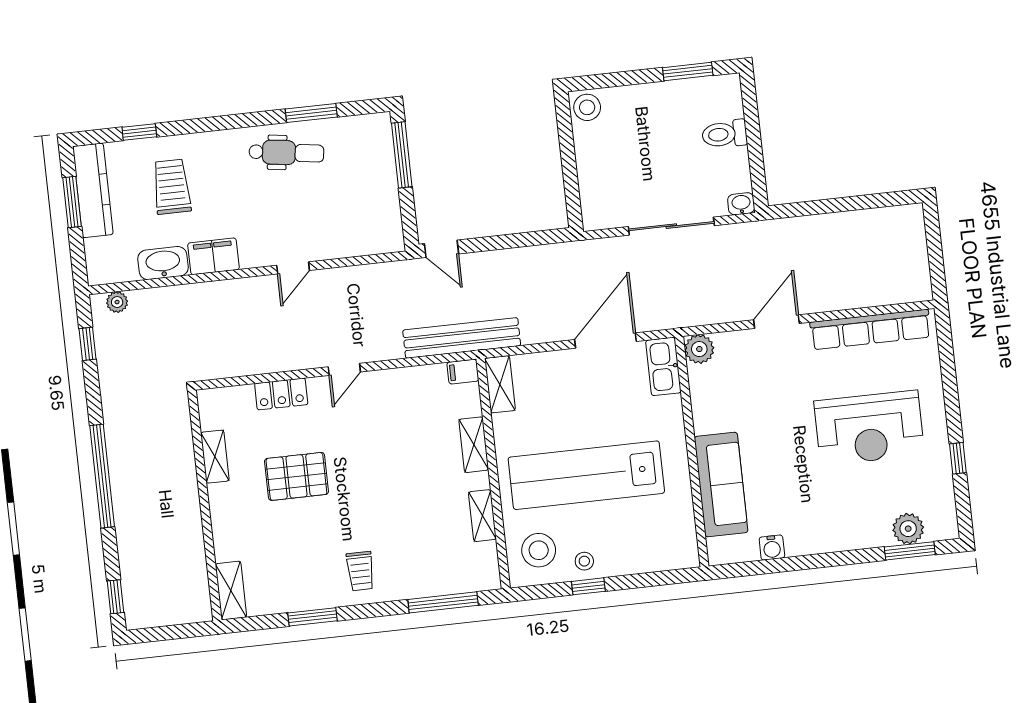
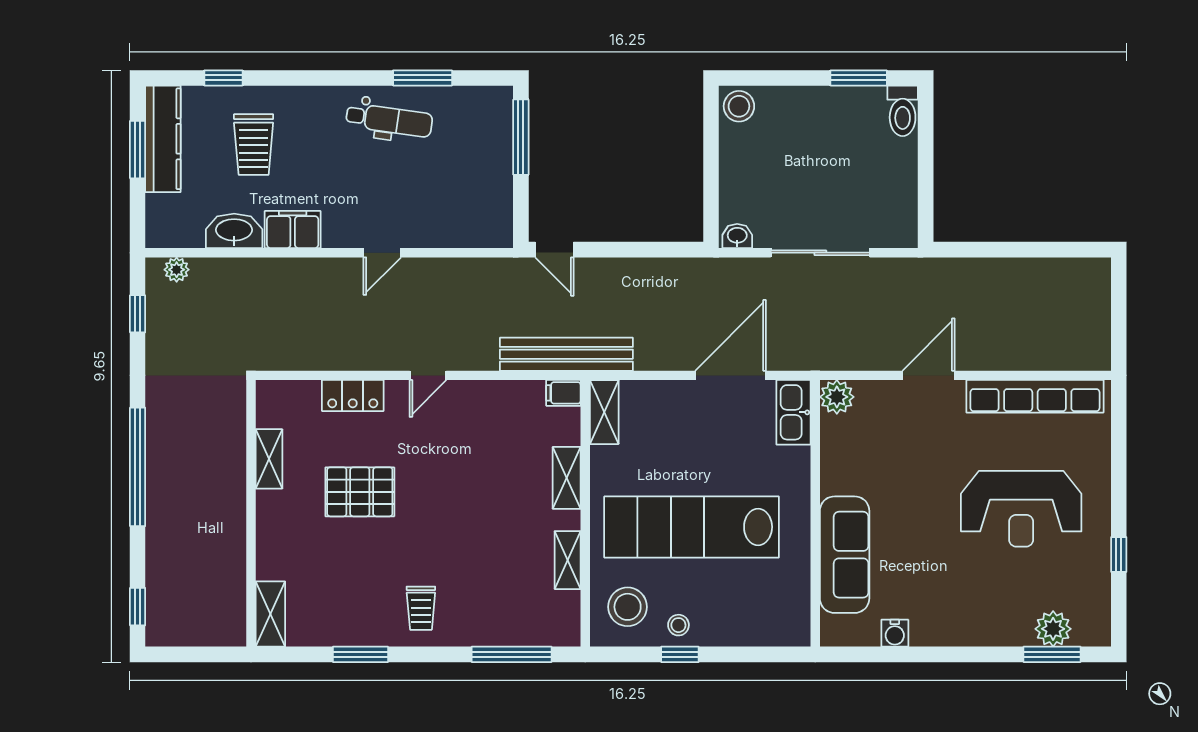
toilet: (724, 134) -> (903, 111), moved, turned -90
trolley: (172, 187) -> (254, 145), turned 180
washbasin: (741, 204) -> (737, 236), moved

